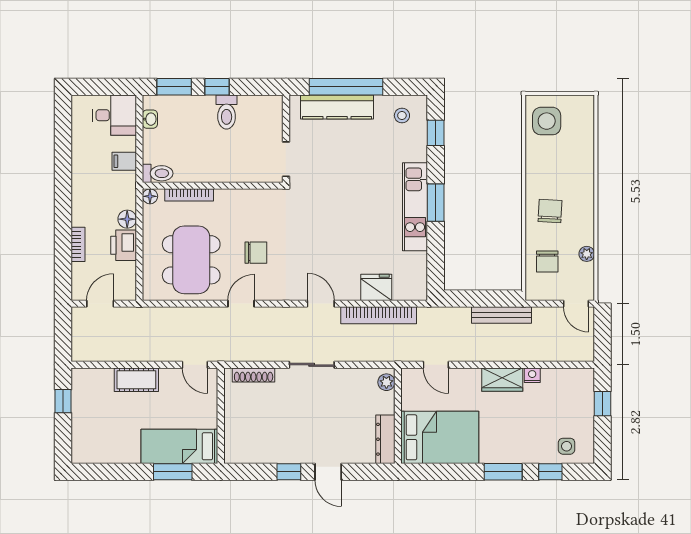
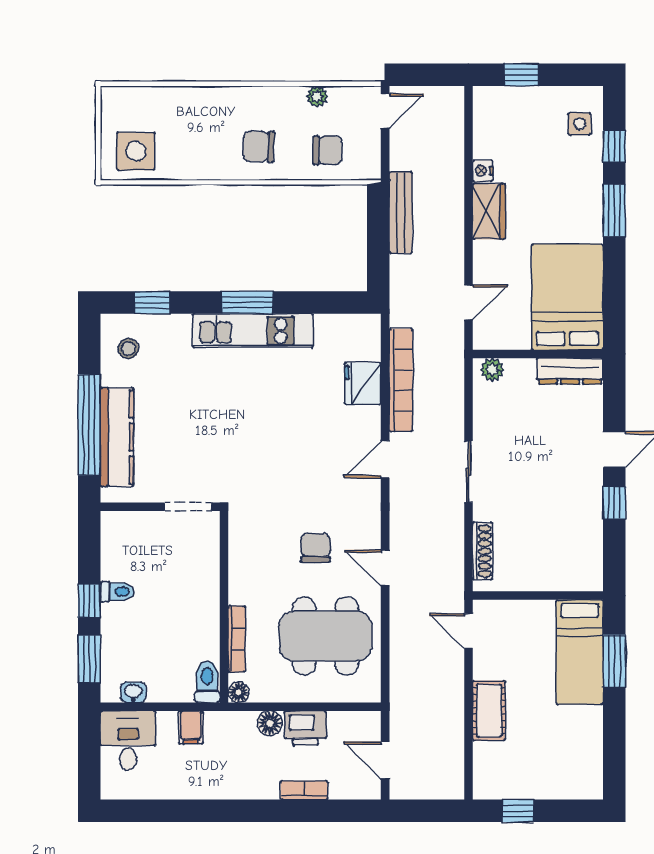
toilet: (227, 112) -> (117, 592), width x0.73, depth x0.72
door: (195, 365) -> (468, 631), swing flipped

